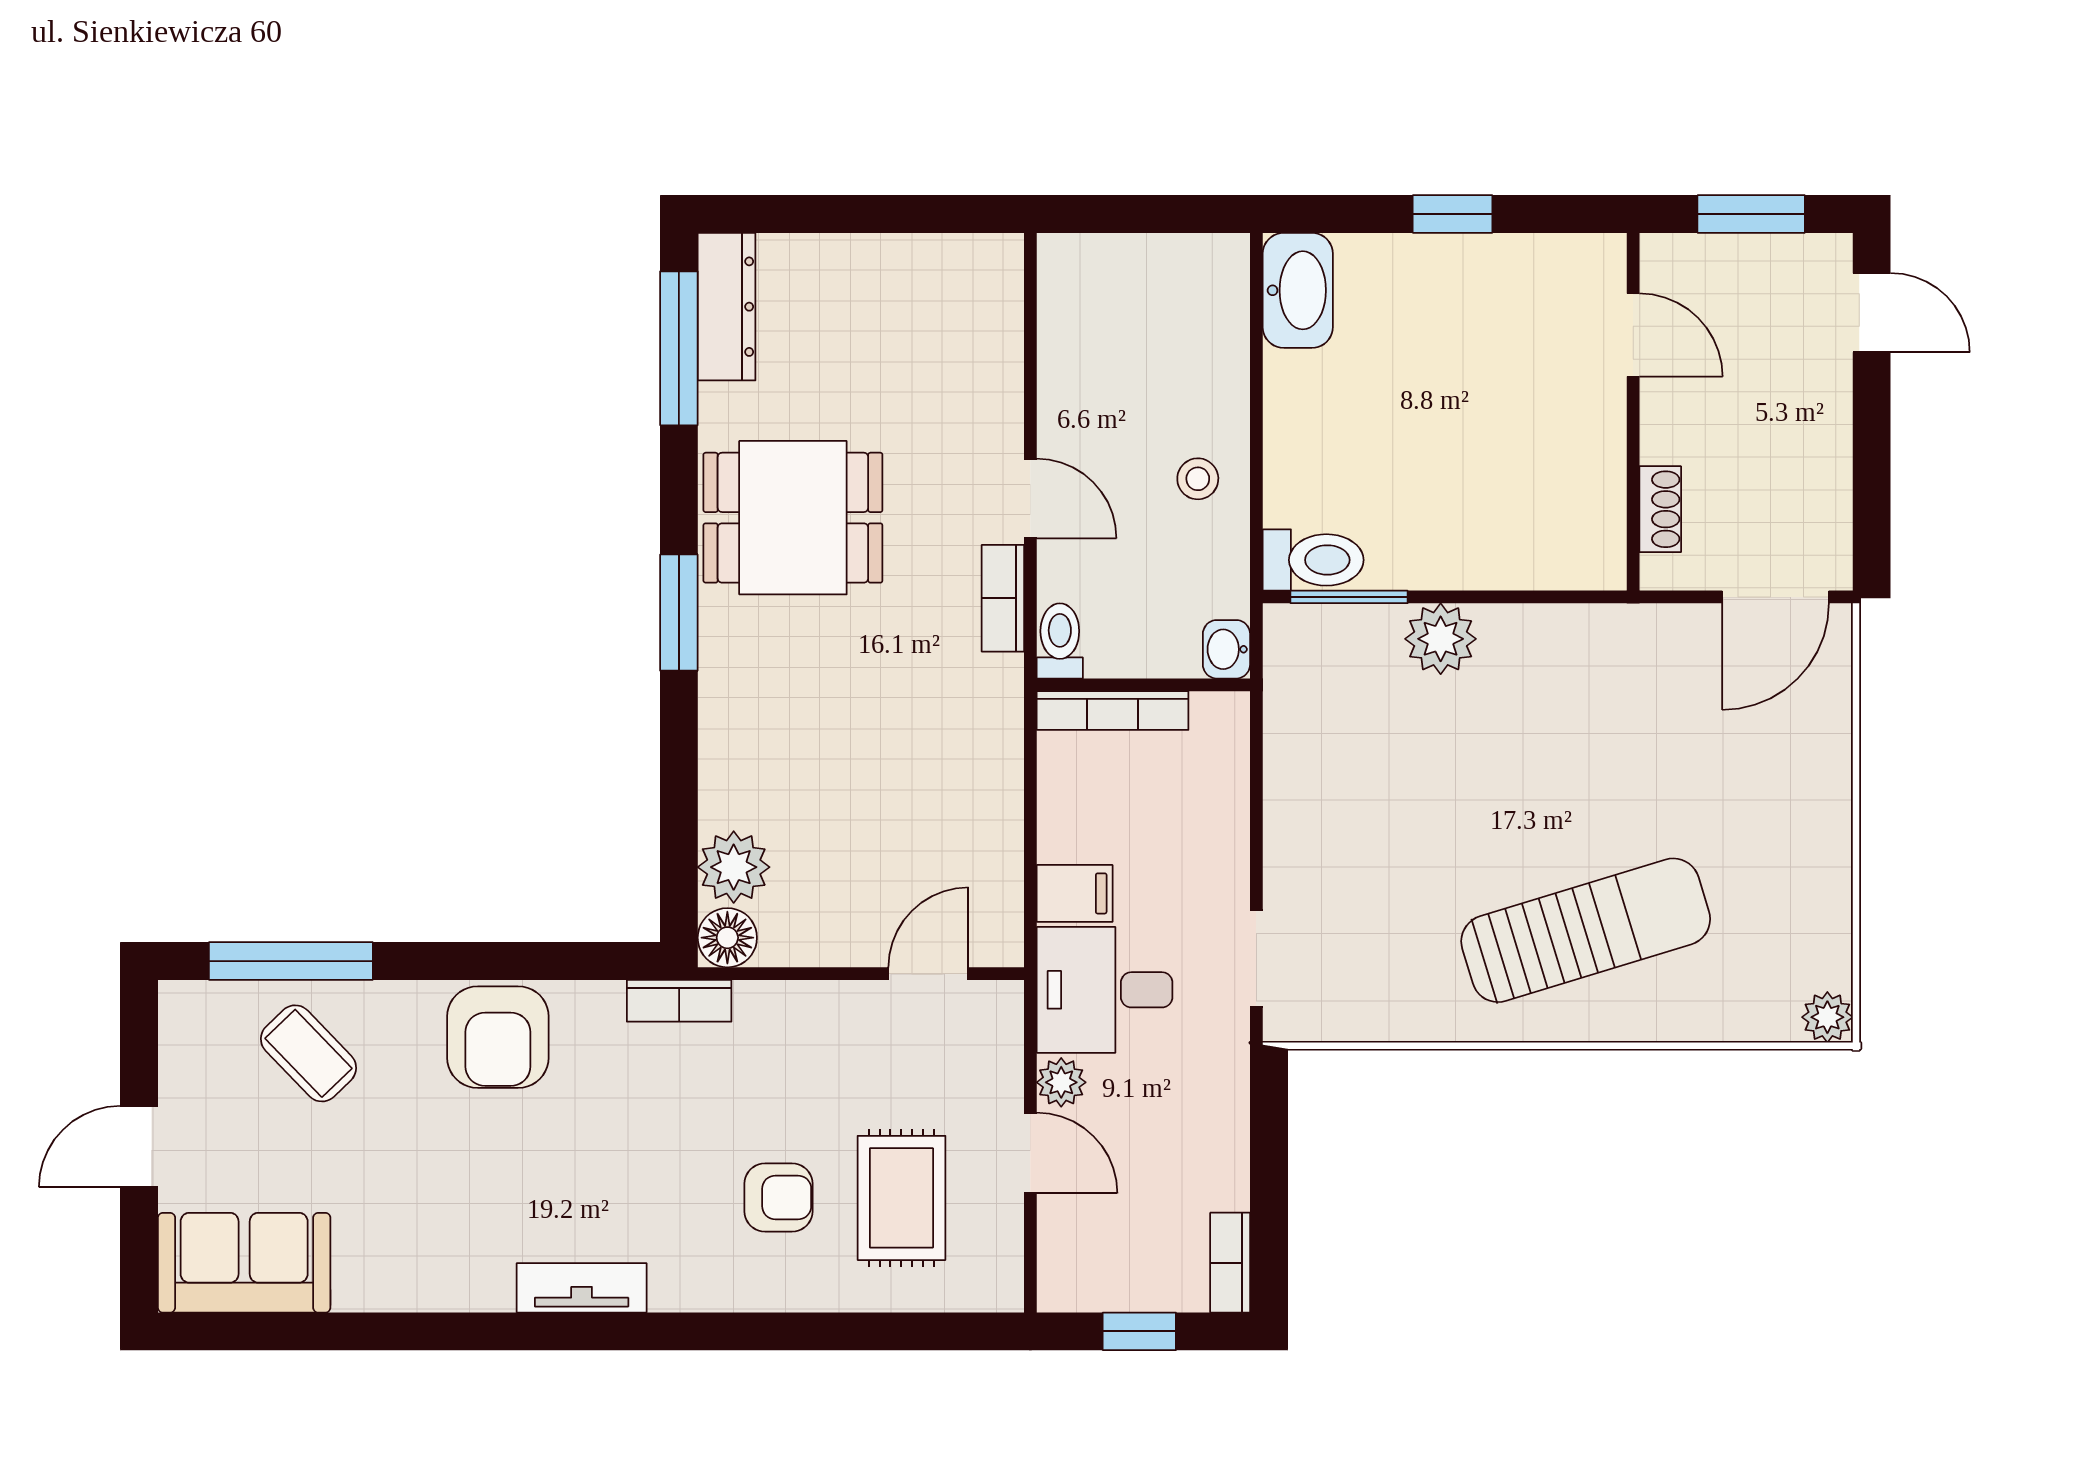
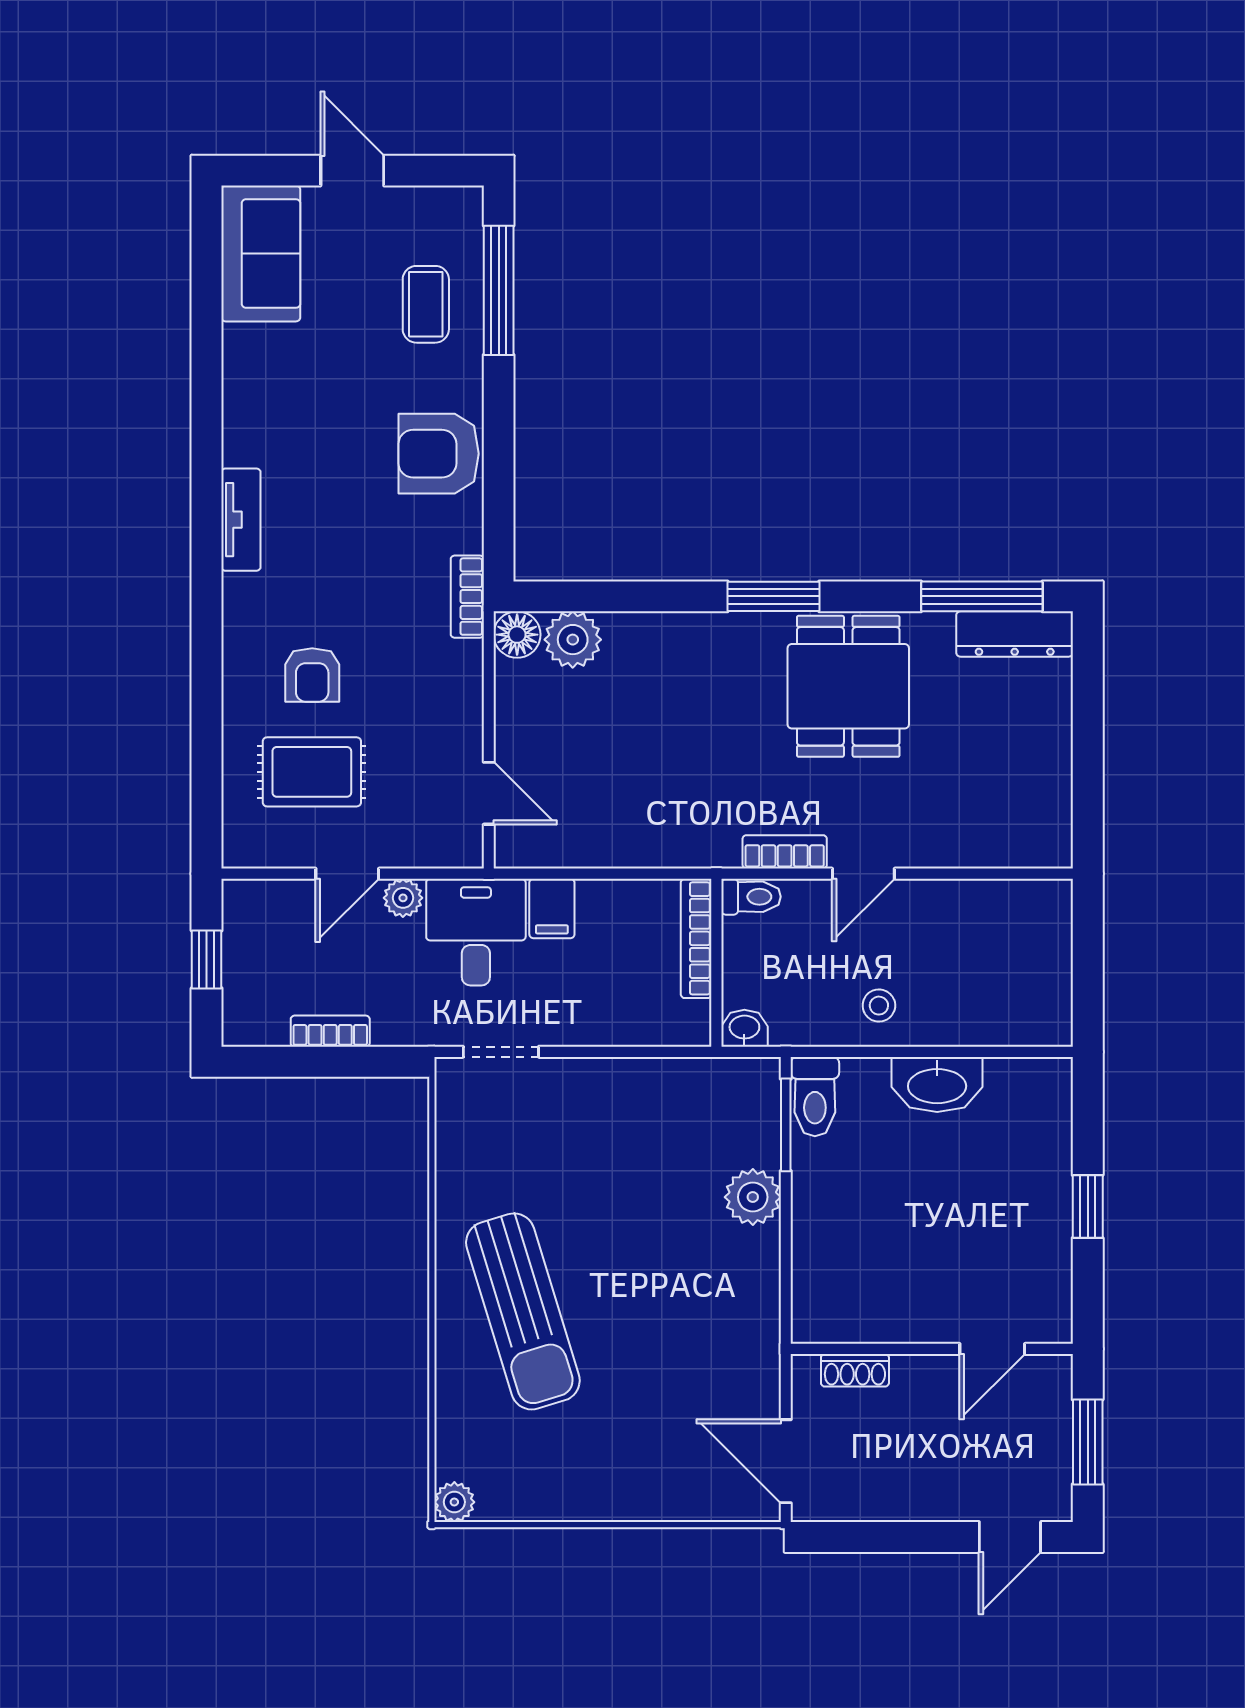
washbasin: (1298, 290) -> (937, 1084), moved
coffee table: (309, 1053) -> (426, 304), turned -46
bookcase: (1230, 1263) -> (330, 1031), moved

